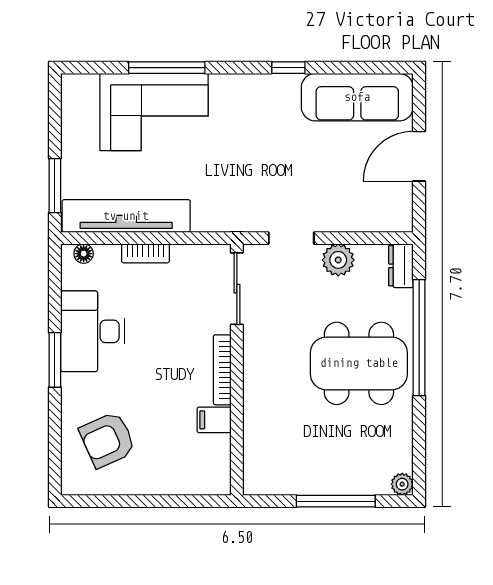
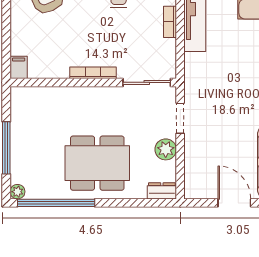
window: (419, 338) -> (56, 203), moved
dining table: (359, 363) -> (97, 163), turned 90
filing cabinet: (214, 420) -> (19, 67), moved

